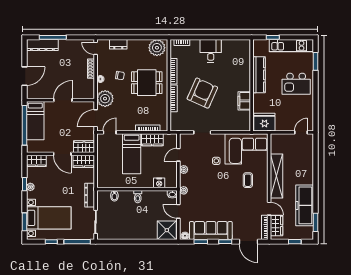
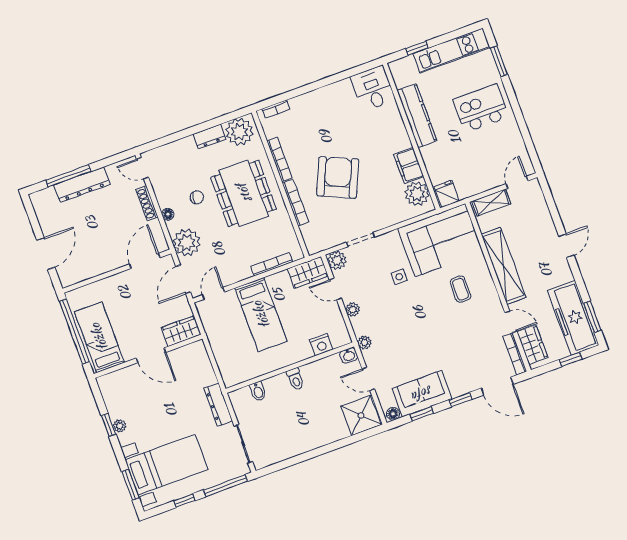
dresser: (118, 44) -> (209, 137), moved
dresser: (42, 45) -> (82, 185), moved
desk: (211, 51) -> (373, 88), moved
dining table: (147, 83) -> (244, 193), width x1.38
kitchen island: (296, 84) -> (481, 108), turned 180
door: (63, 100) -> (145, 261), moved
plant: (243, 118) -> (417, 194), added
bed: (35, 121) -> (99, 337), moved, turned 180
fridge: (264, 122) -> (447, 194), width x0.53, depth x0.75
shelving: (283, 138) -> (491, 202), added
plant: (185, 139) -> (337, 260), added
wardrobe: (152, 140) -> (308, 272), moved
door: (178, 155) -> (335, 289), hinge flipped
wardrobe: (36, 161) -> (114, 381), removed
wardrobe: (84, 161) -> (189, 355), removed
door: (316, 178) -> (566, 246), added
freezer: (305, 205) -> (573, 318), moved
sofa: (211, 231) -> (422, 394), width x0.73

